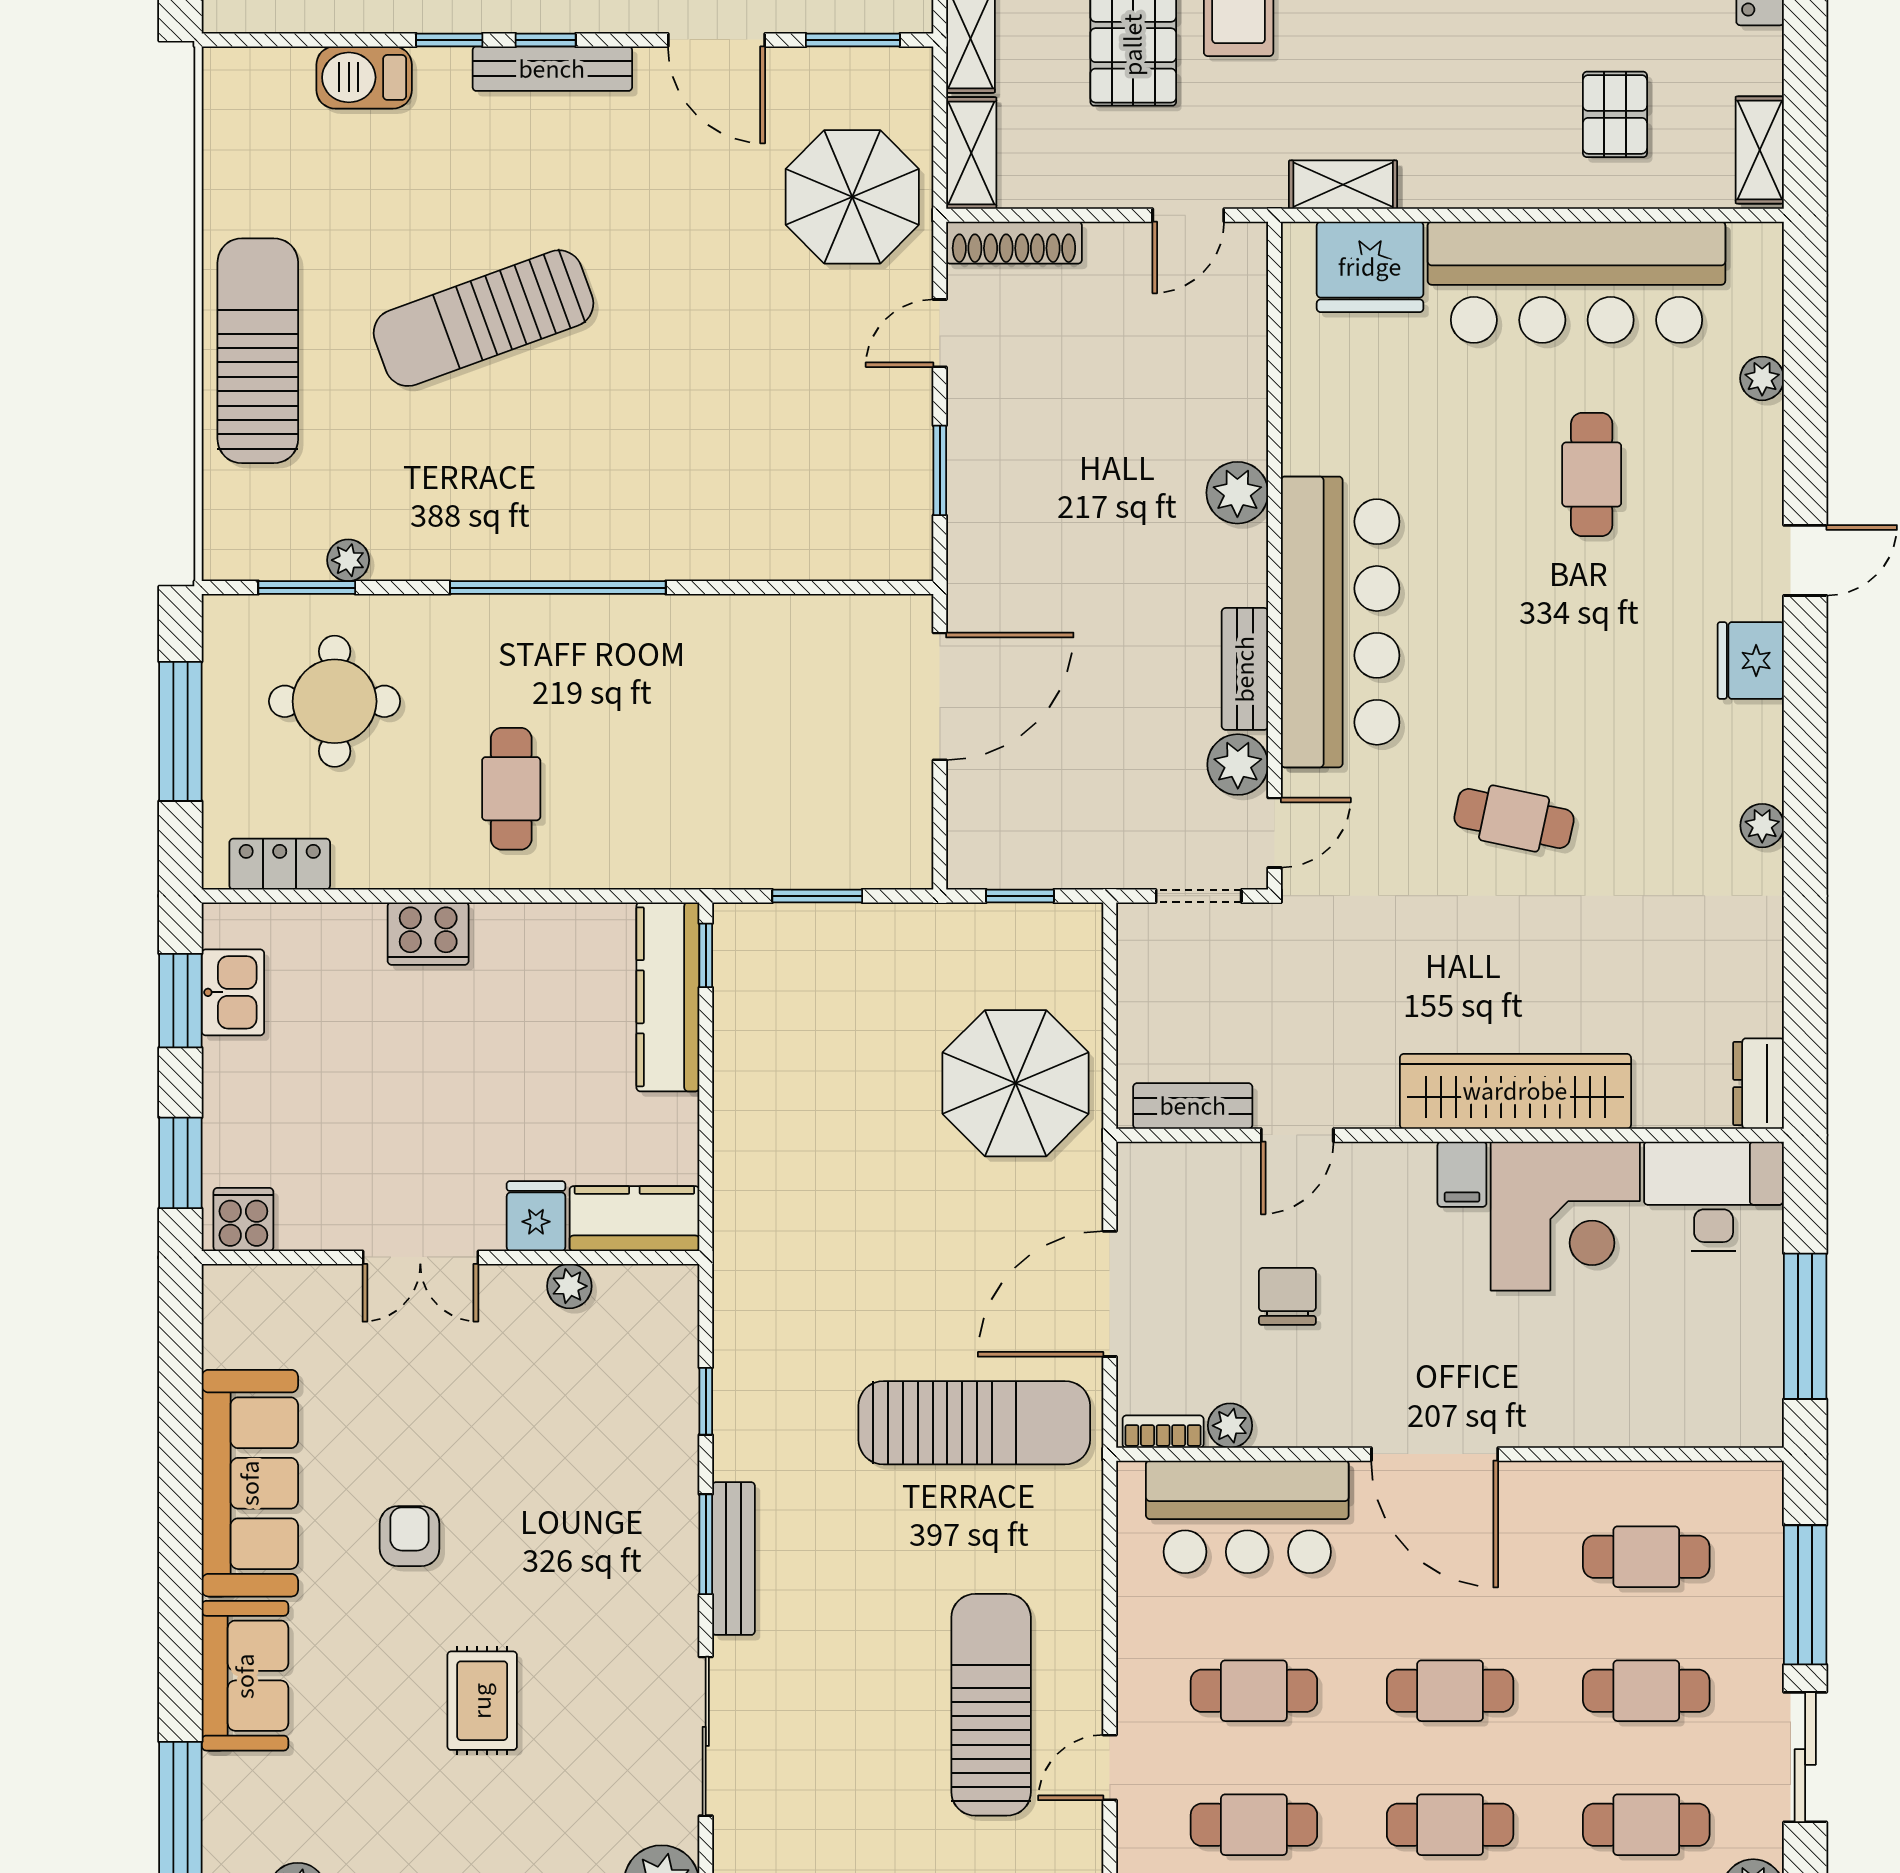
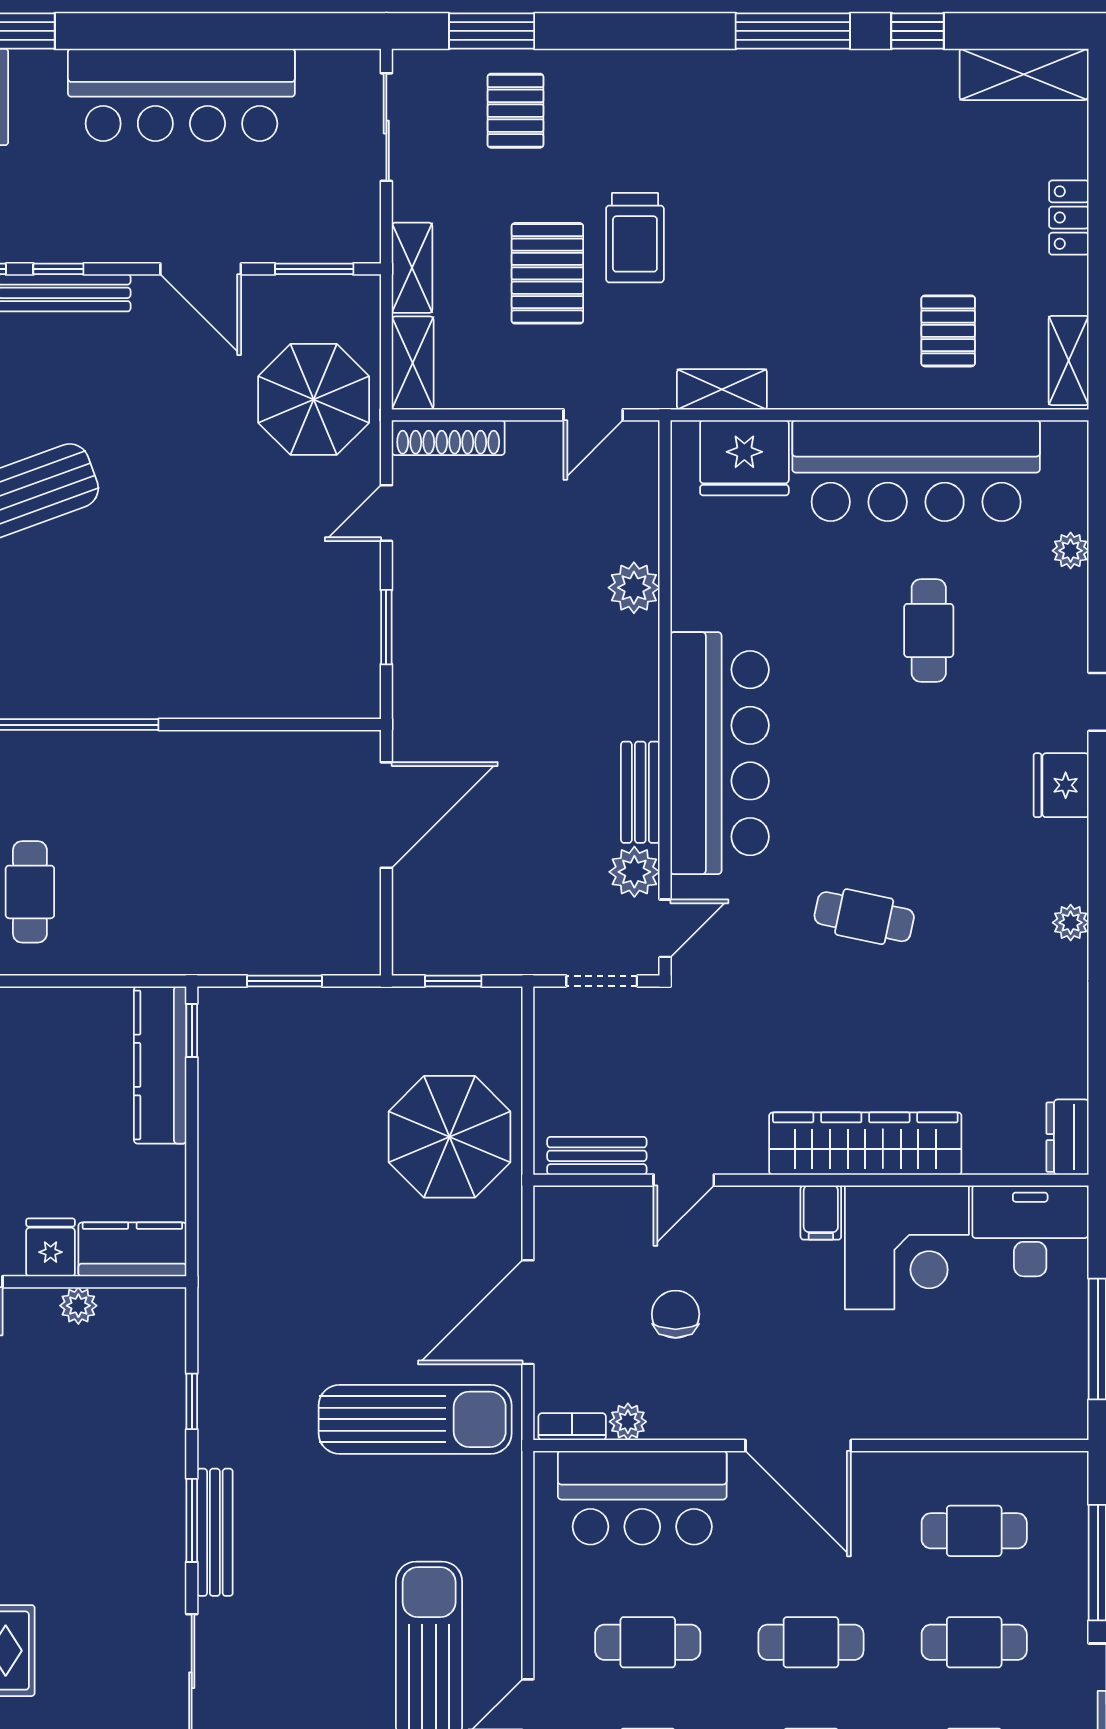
plant: (1237, 493) -> (634, 588), moved

